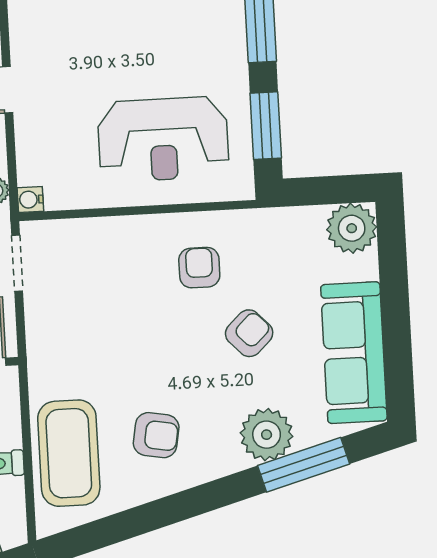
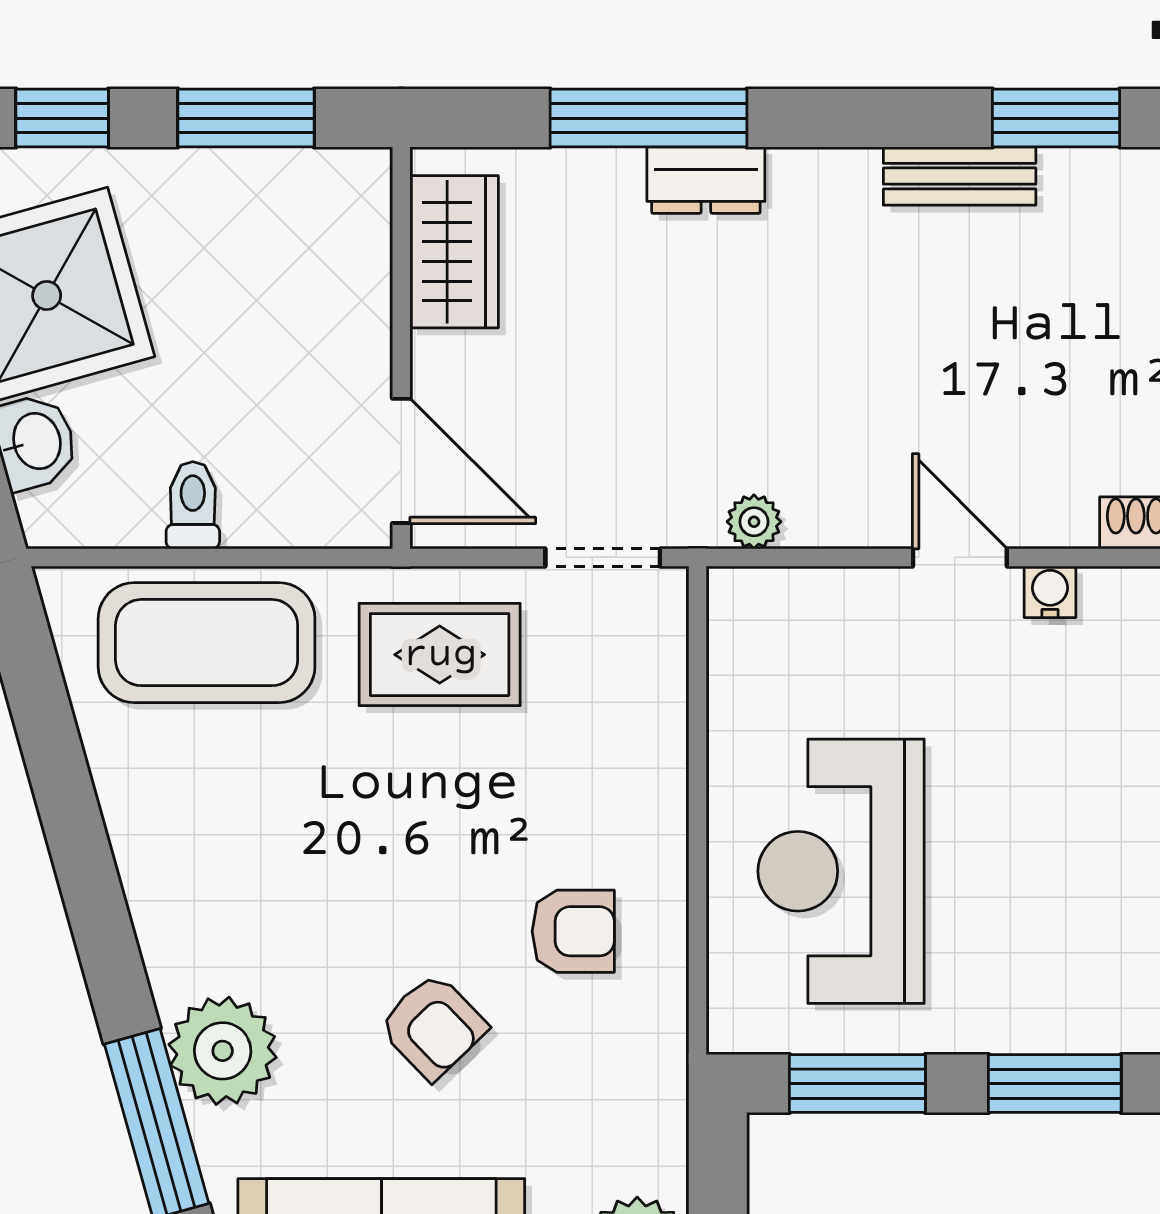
water cooler: (30, 199) -> (1050, 592), moved
rug: (68, 340) -> (440, 655), added
armchair: (156, 435) -> (234, 824), removed

